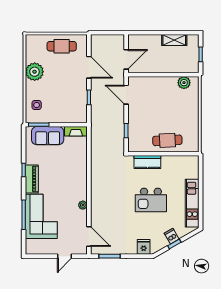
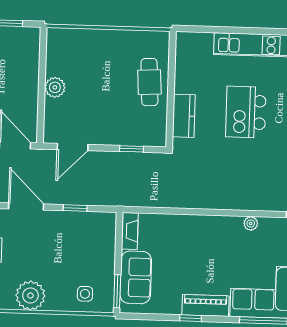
door: (89, 67) -> (26, 206), hinge flipped
plant: (184, 83) -> (55, 87), moved
kitchen island: (151, 200) -> (246, 112), turned 180

